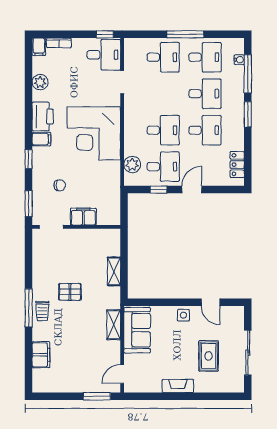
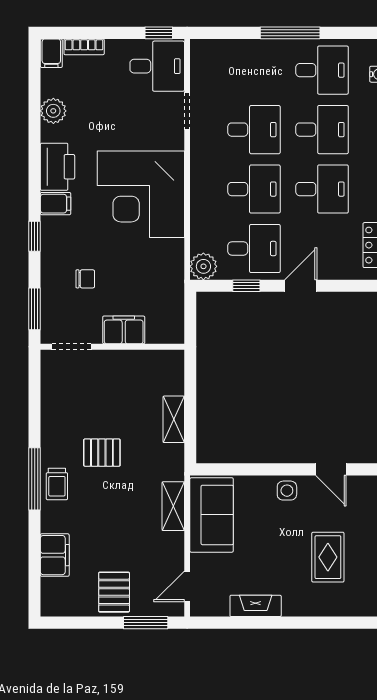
desk: (163, 57) -> (254, 130), moved
plant: (132, 165) -> (203, 266), moved
pallet: (77, 377) -> (114, 592), added
fireplace: (178, 386) -> (256, 606), moved

